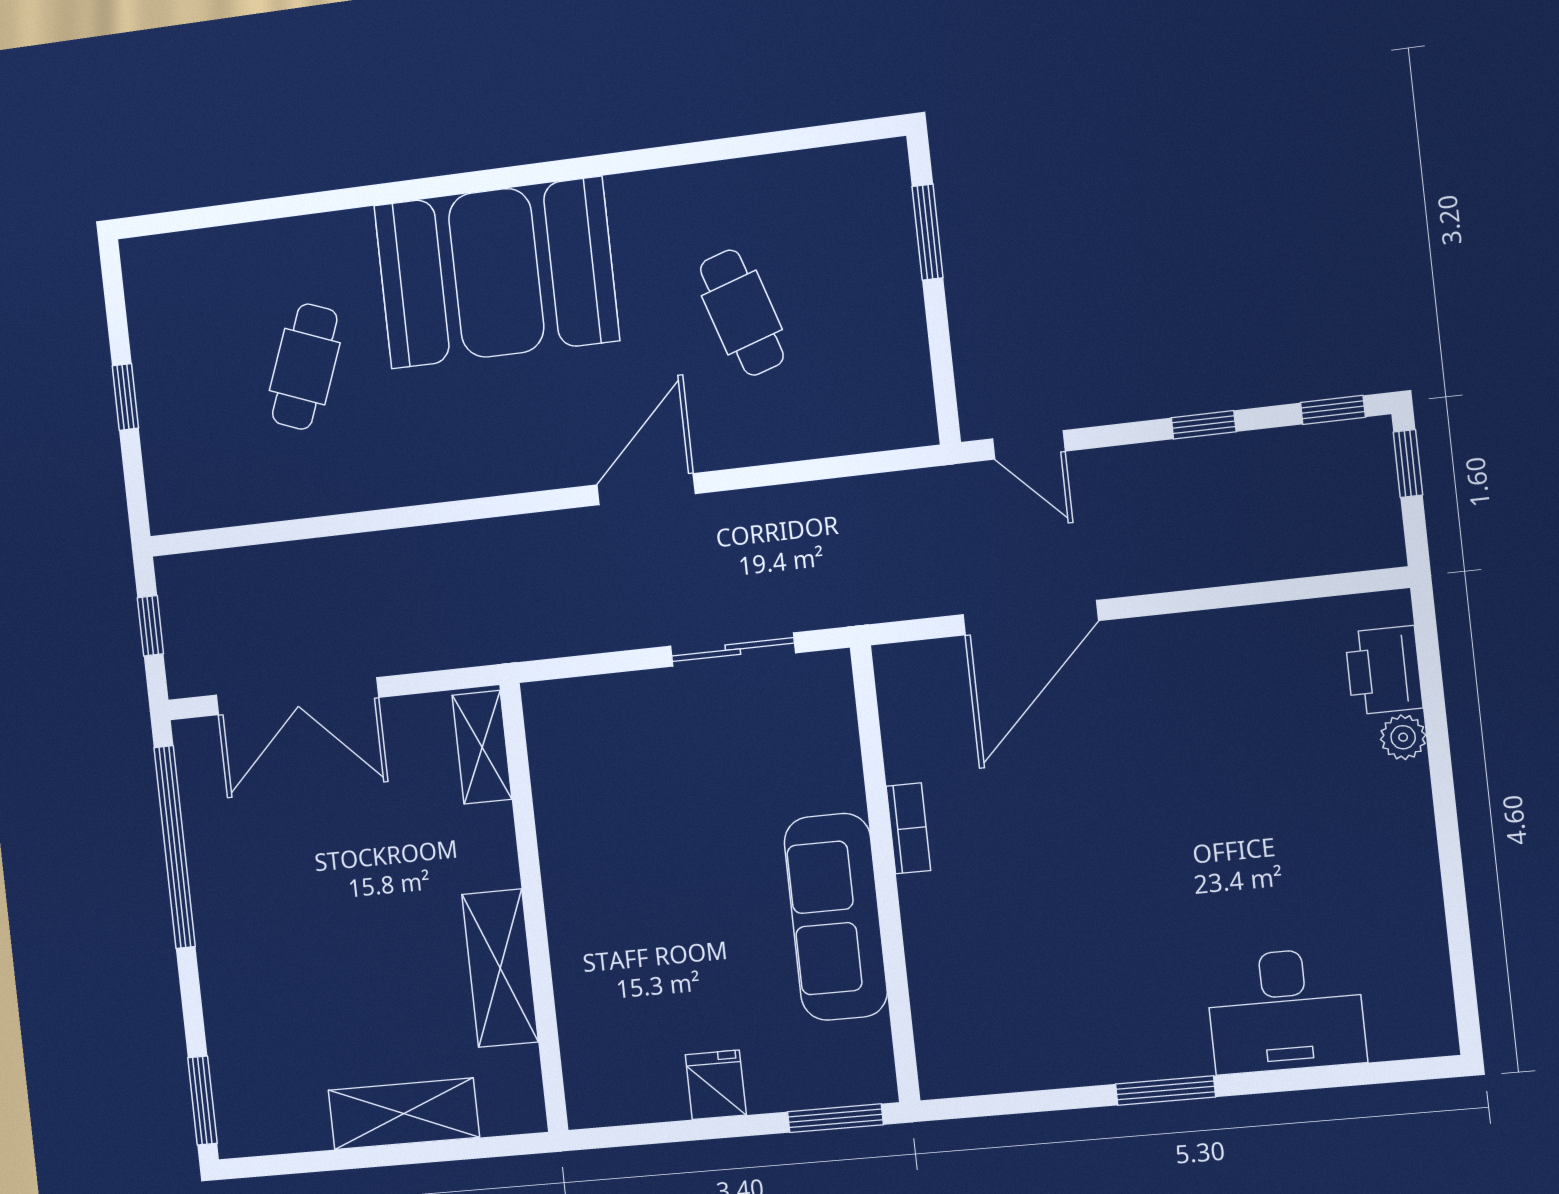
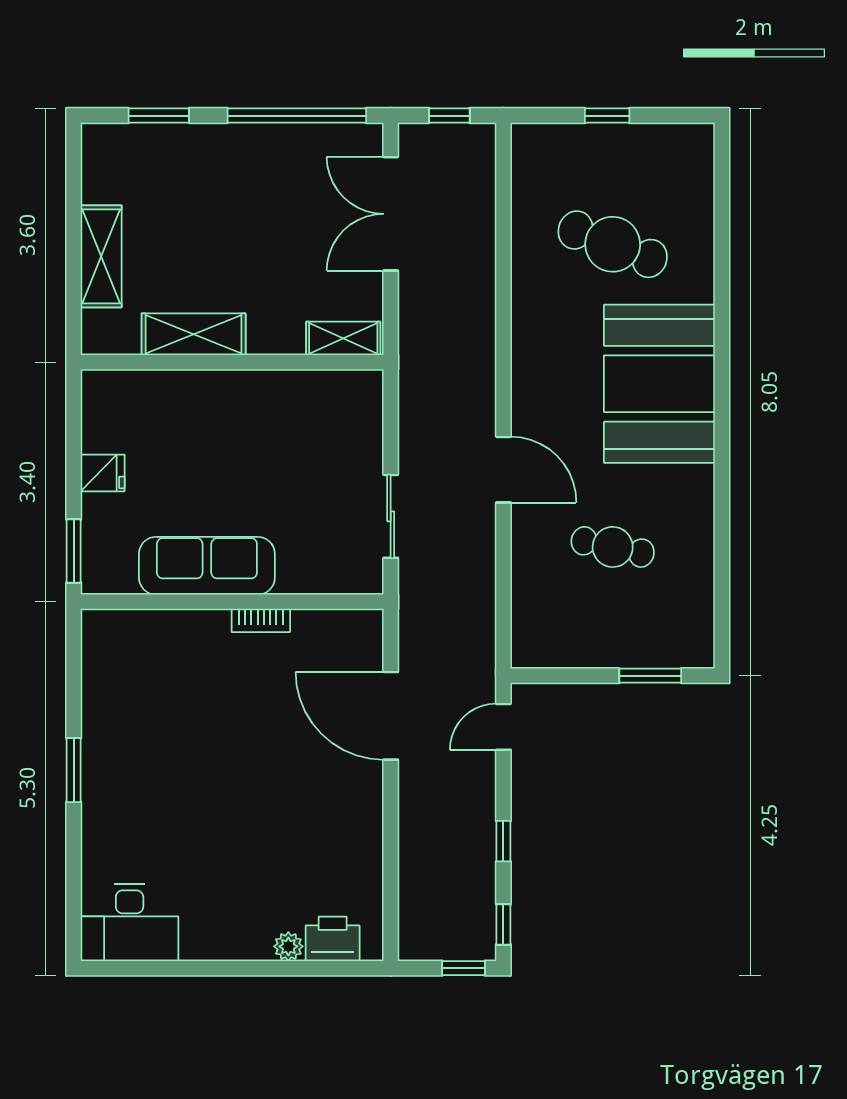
cafe table: (742, 313) -> (613, 547), turned 30
cafe table: (305, 367) -> (613, 244), width x1.37, depth x1.35
desk: (1286, 1010) -> (130, 923), moved, turned -90
window: (202, 1100) -> (159, 116), moved

